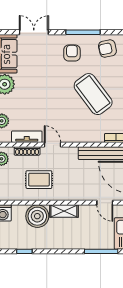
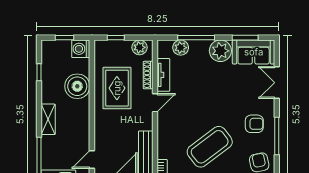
double door: (34, 32) -> (277, 83), swing flipped
rug: (39, 180) -> (117, 88), width x1.36, depth x1.43
shelving: (64, 211) -> (48, 119), moved

